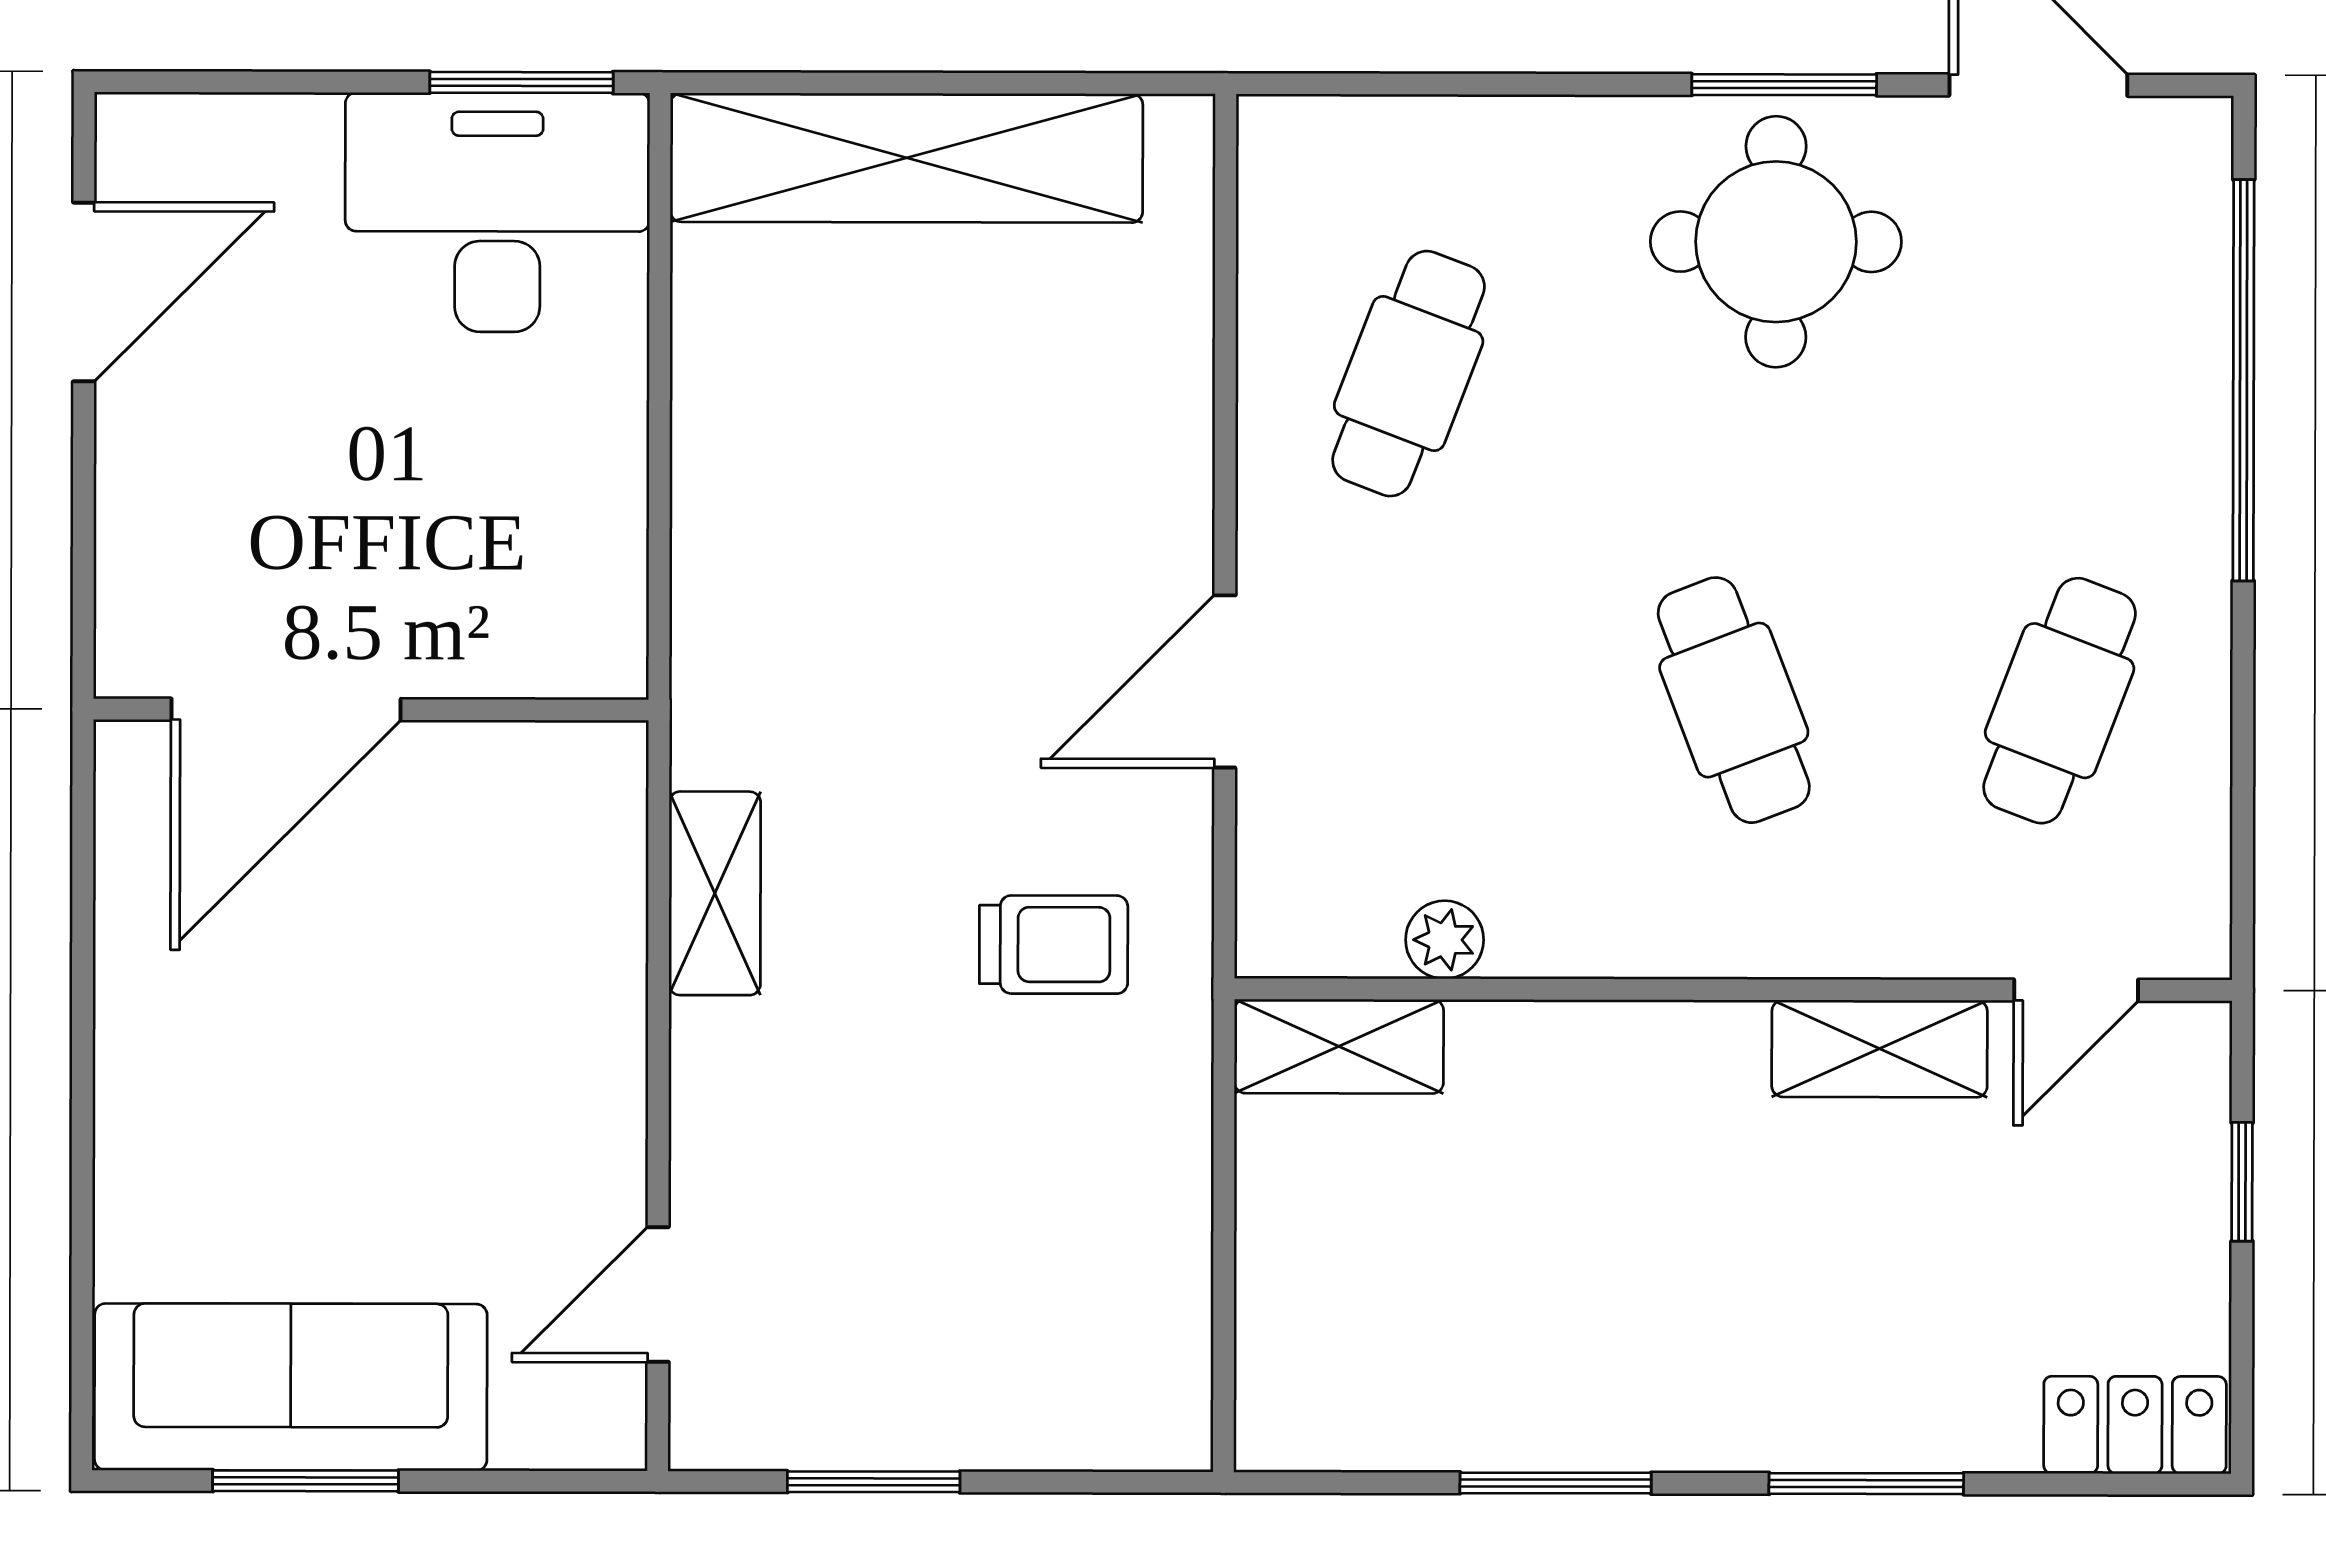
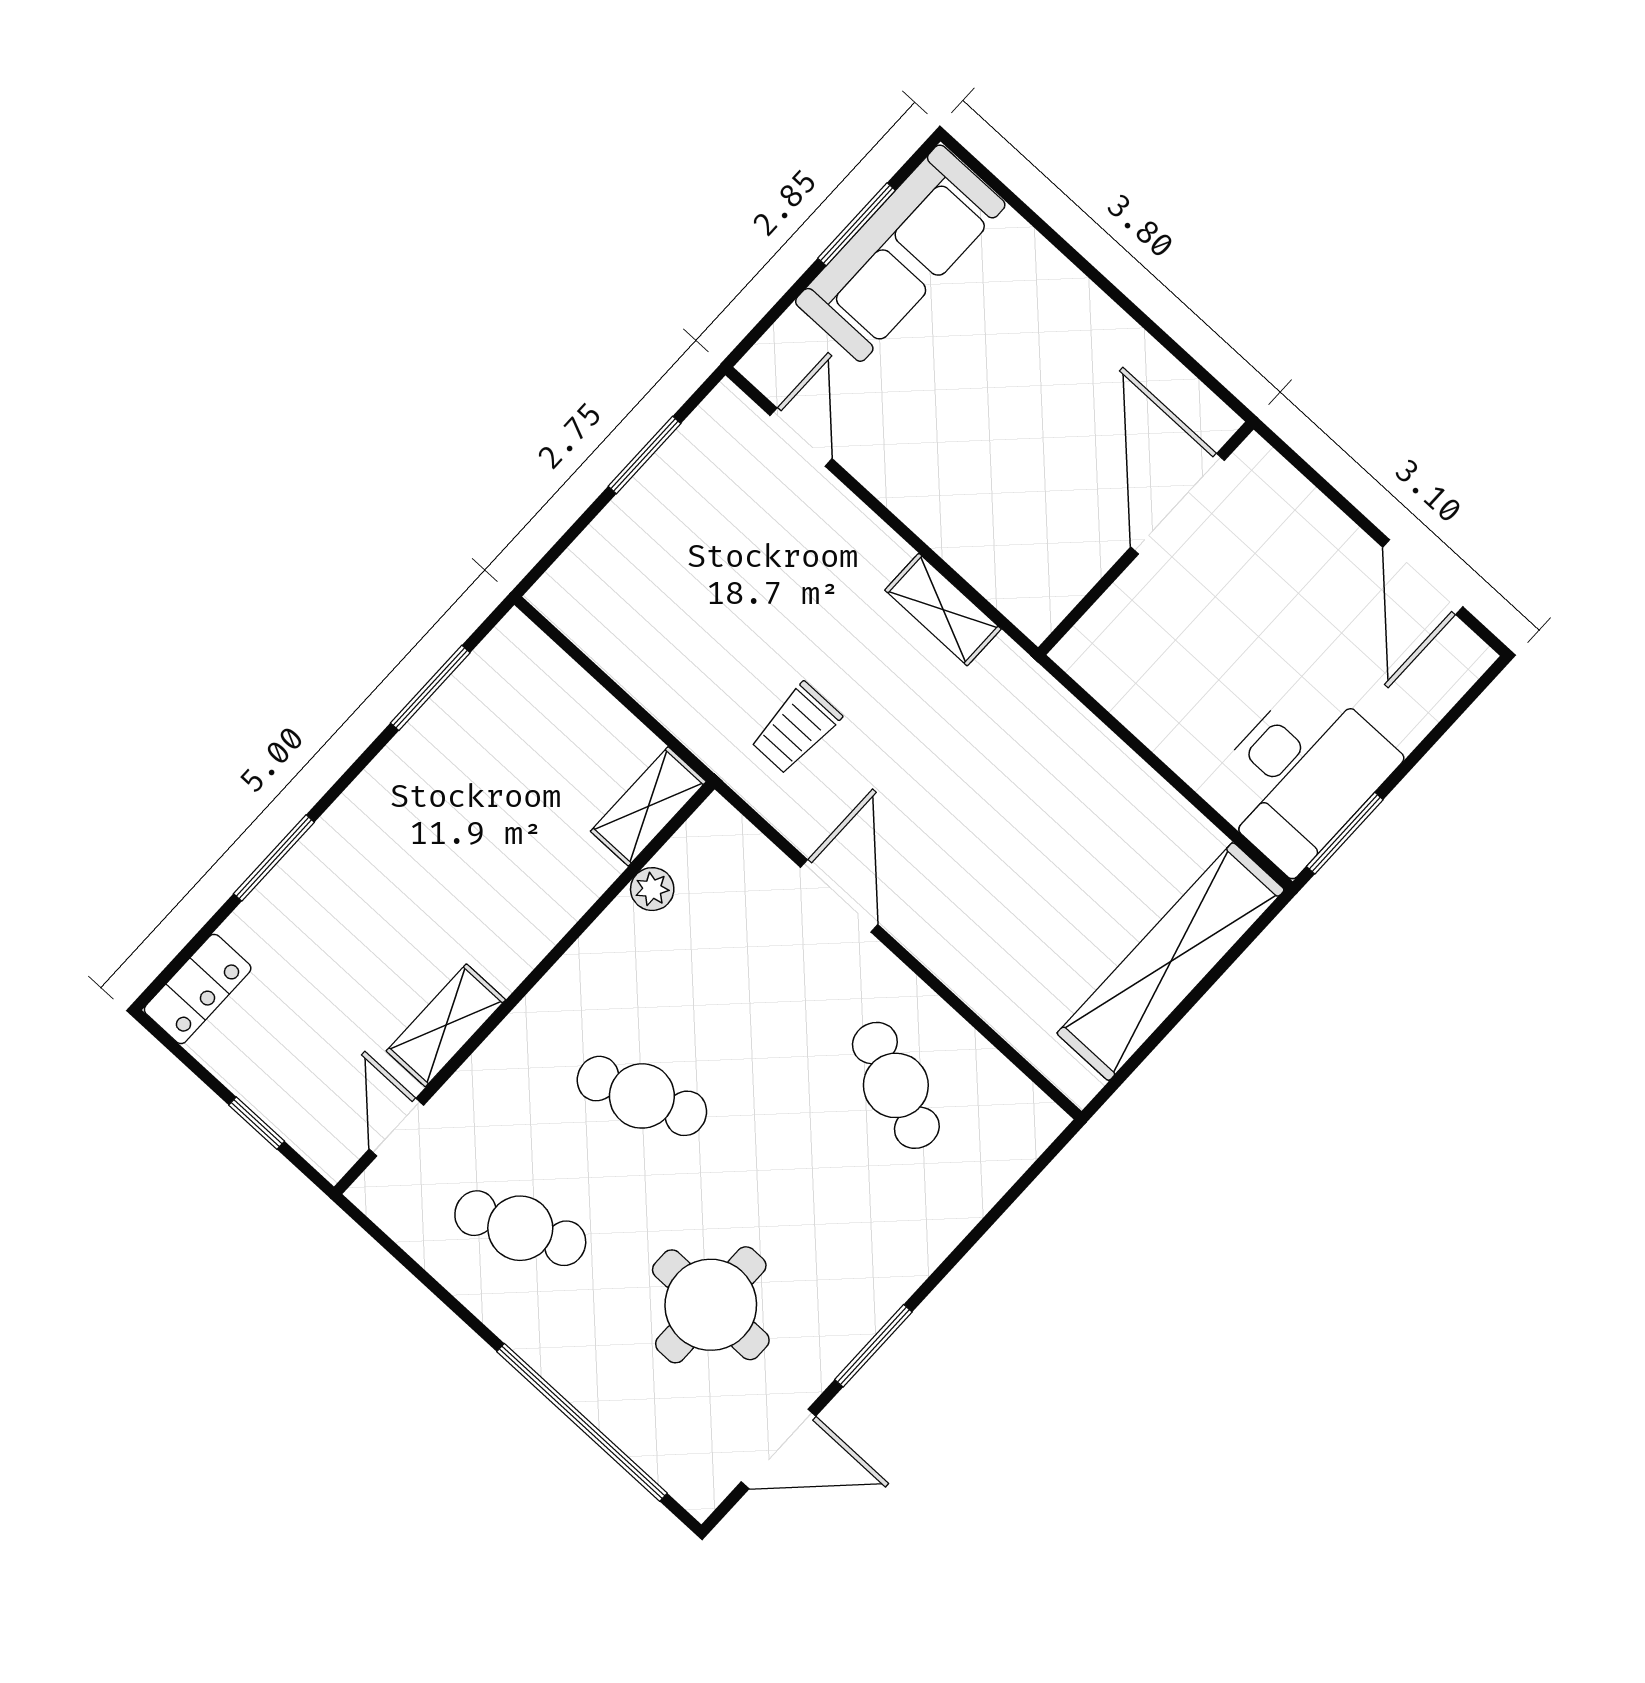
round table: (1776, 242) -> (711, 1305), moved
cafe table: (2060, 701) -> (520, 1228), turned -45
window: (1556, 1483) -> (430, 688), moved

